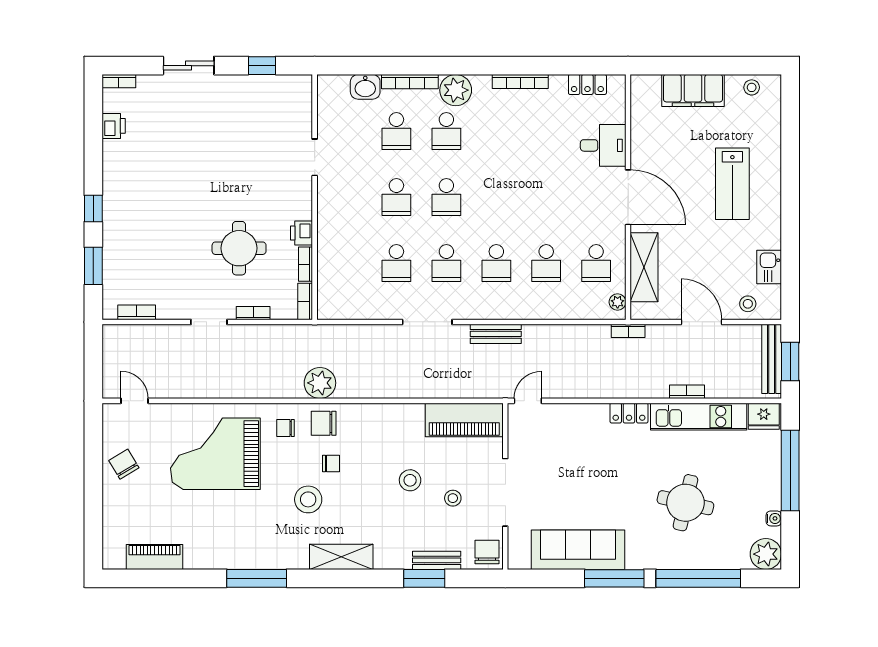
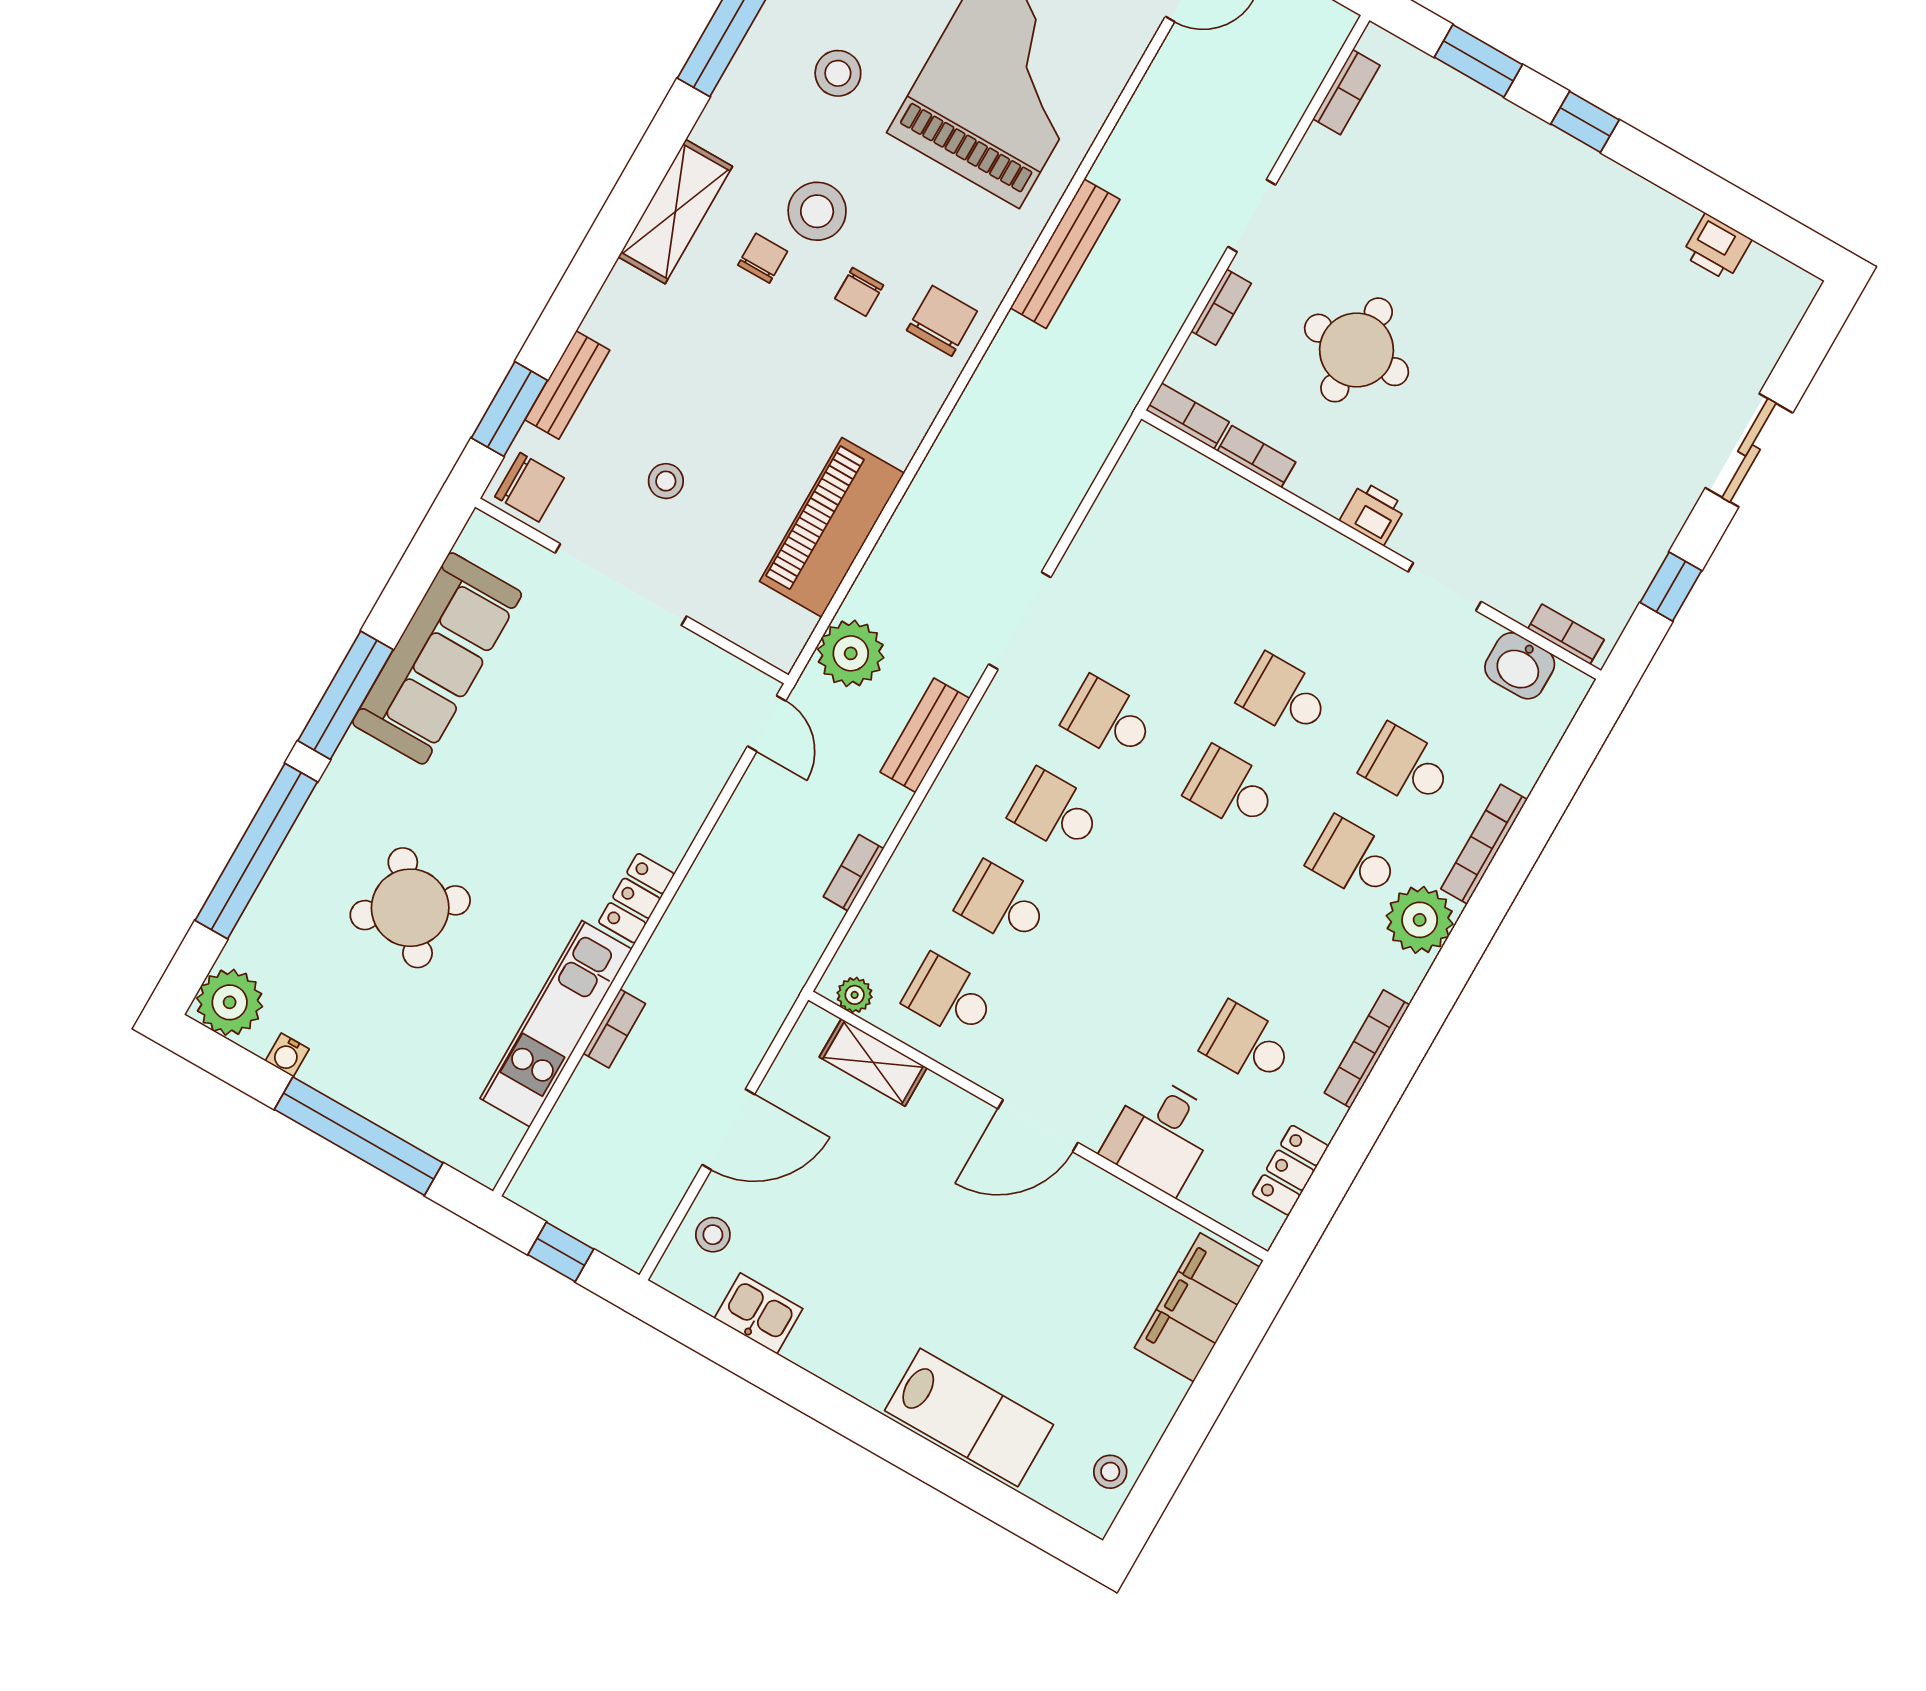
bookcase: (119, 81) -> (1566, 634), moved, turned 90
washbasin: (365, 87) -> (1520, 666), moved, turned -90
filing cabinet: (693, 90) -> (1197, 1307), moved
lab bench: (732, 184) -> (969, 1418), moved, turned 180
door: (628, 197) -> (1038, 1126), width x0.73
printer: (302, 233) -> (1373, 513), moved
school desk: (396, 263) -> (1247, 1044), moved
shelving: (644, 267) -> (873, 1062), width x0.67, depth x0.75
bookcase: (628, 331) -> (854, 873), moved
bench: (772, 359) -> (1065, 254), moved, turned 90
window: (790, 362) -> (561, 1252), width x0.67
plant: (320, 383) -> (851, 653), moved
fridge: (764, 416) -> (487, 1145), removed
piano: (464, 420) -> (832, 527), moved
chair: (285, 428) -> (763, 258), moved
stool: (410, 480) -> (838, 73), moved
round table: (685, 503) -> (410, 908), turned 38
window: (424, 578) -> (509, 409), moved

